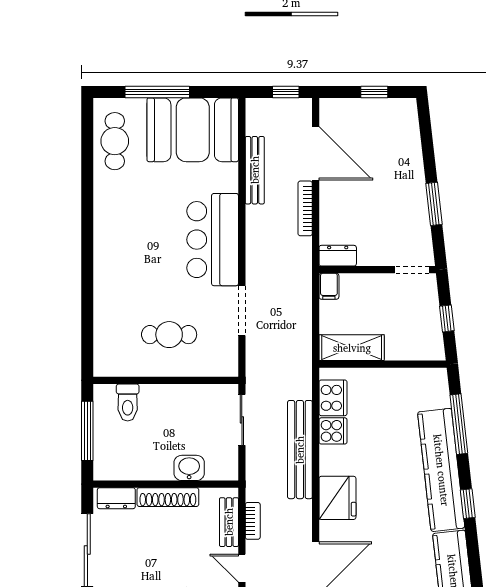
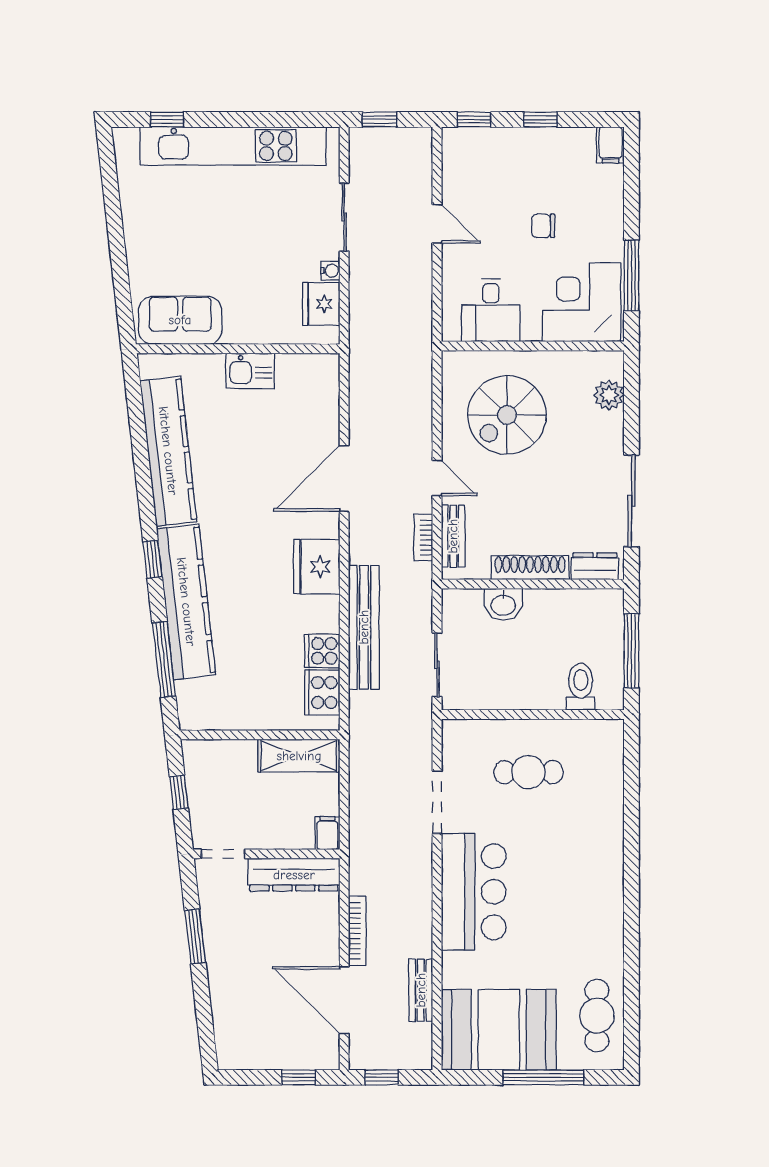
window: (374, 92) -> (298, 1077), moved
bench: (255, 170) -> (421, 990), width x0.73
dresser: (338, 256) -> (294, 875), width x1.96, depth x1.24

